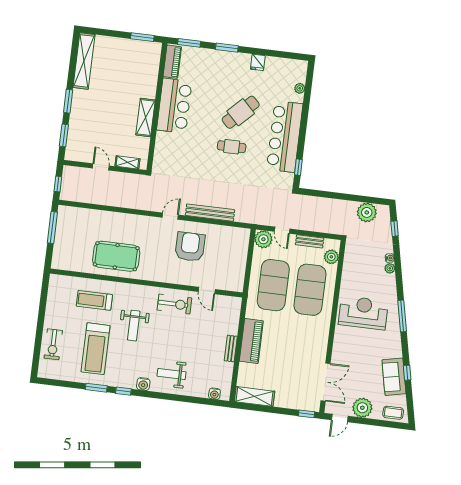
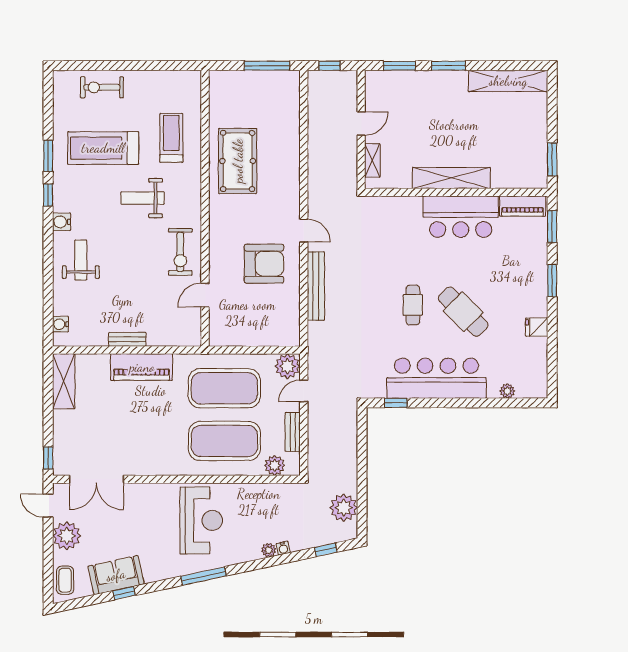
shelving: (145, 117) -> (451, 178), width x1.47

